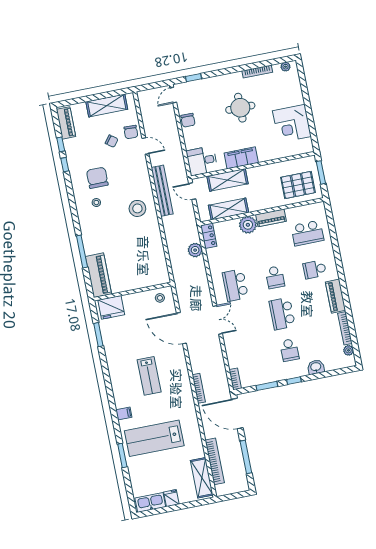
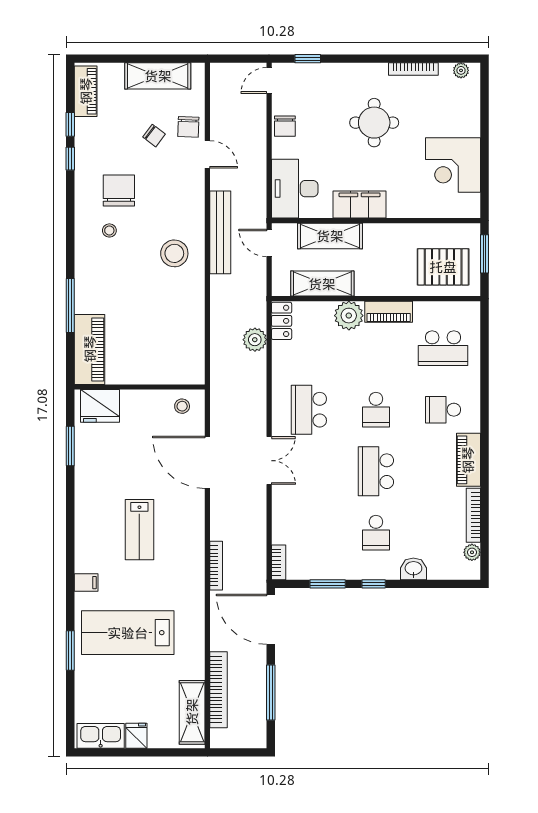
desk: (202, 161) -> (295, 189), width x1.37

